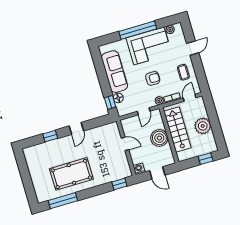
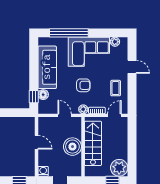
window: (138, 30) -> (69, 33), moved
door: (193, 48) -> (132, 67), hinge flipped
door: (144, 111) -> (65, 115), swing flipped
plant: (203, 126) -> (119, 168), moved

